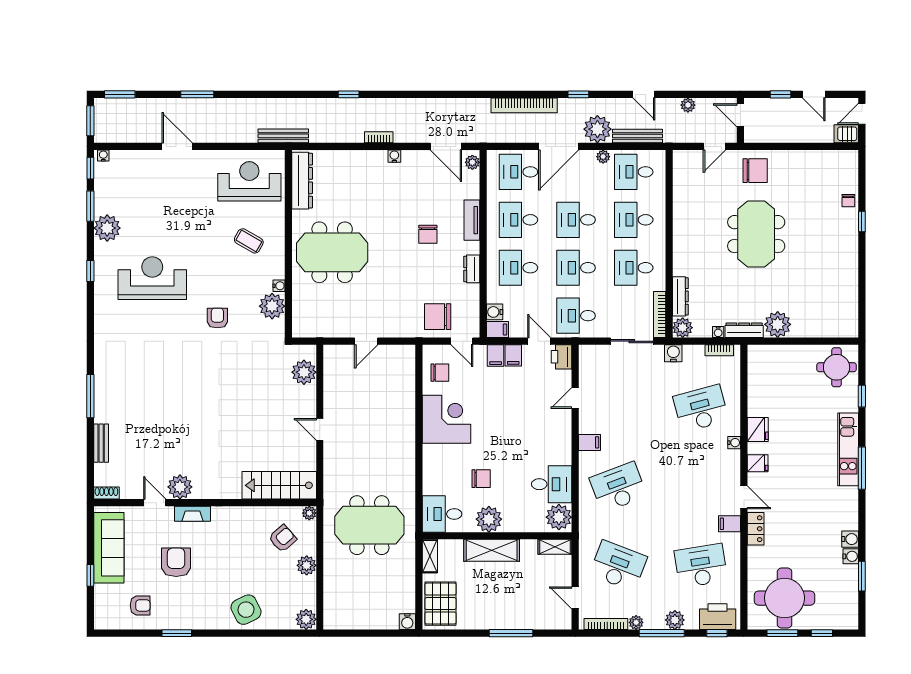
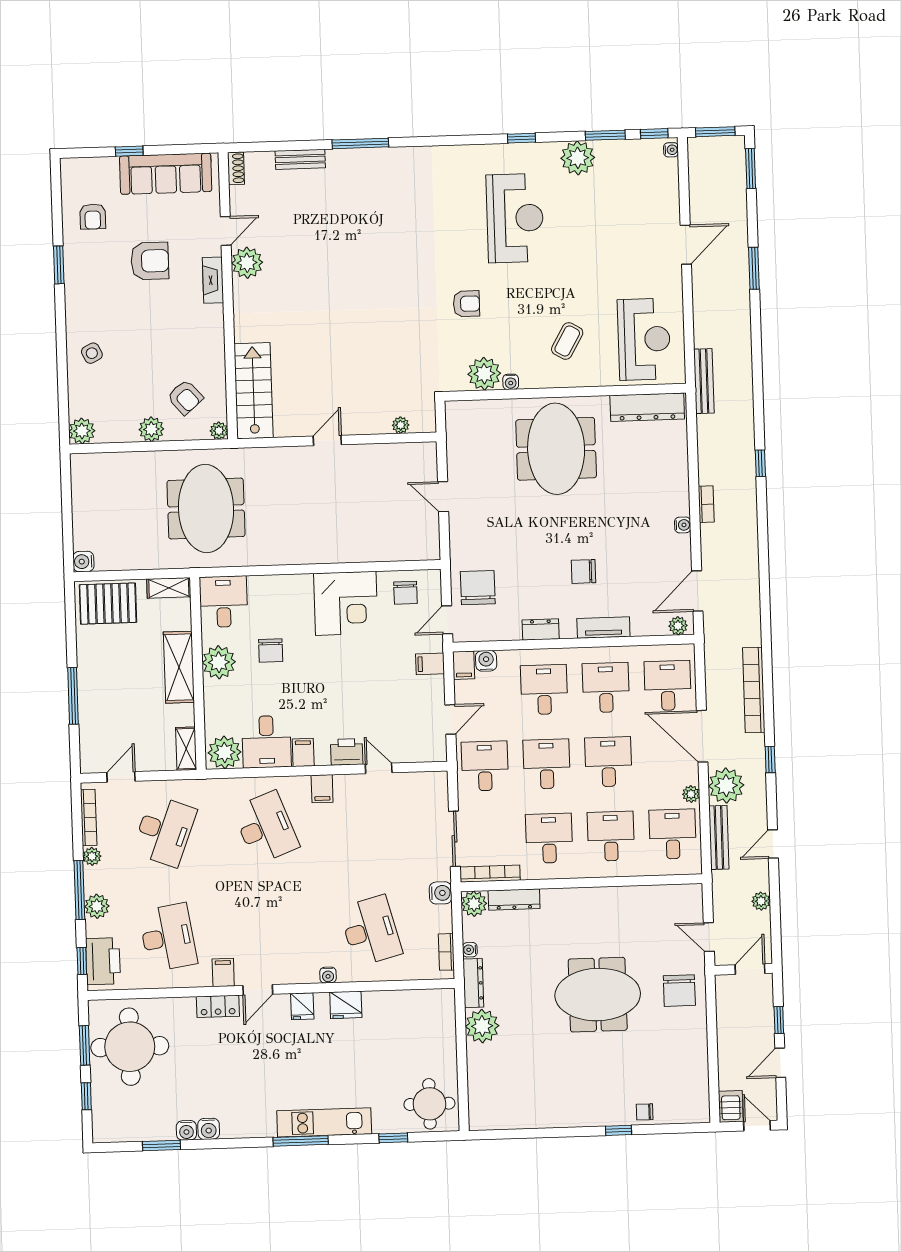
filing cabinet: (513, 355) -> (303, 752), moved, turned 90
printer: (562, 357) -> (347, 752), moved
plant: (304, 372) -> (401, 425), width x0.53, depth x0.53
side table: (246, 610) -> (92, 353), width x0.54, depth x0.54

